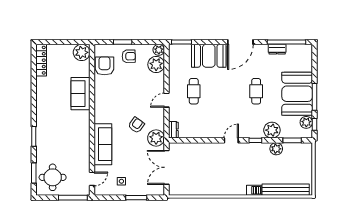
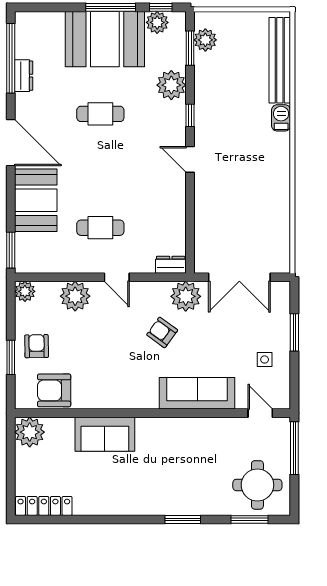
plant: (156, 65) -> (75, 296), moved
plant: (276, 149) -> (205, 40), moved

